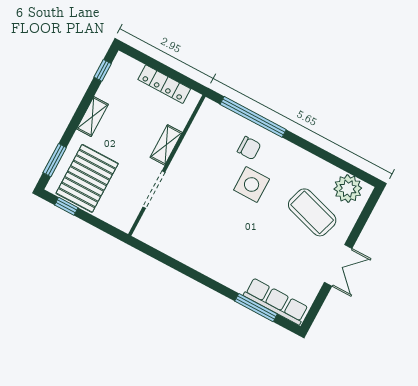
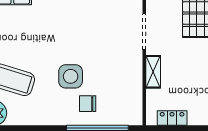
locker: (164, 84) -> (172, 118), width x0.66

